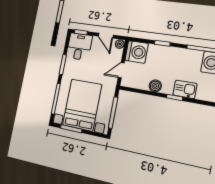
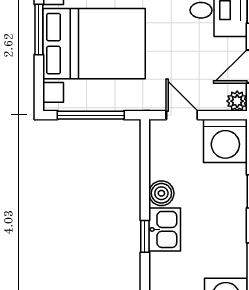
kitchen sink: (185, 89) -> (165, 229), moved

